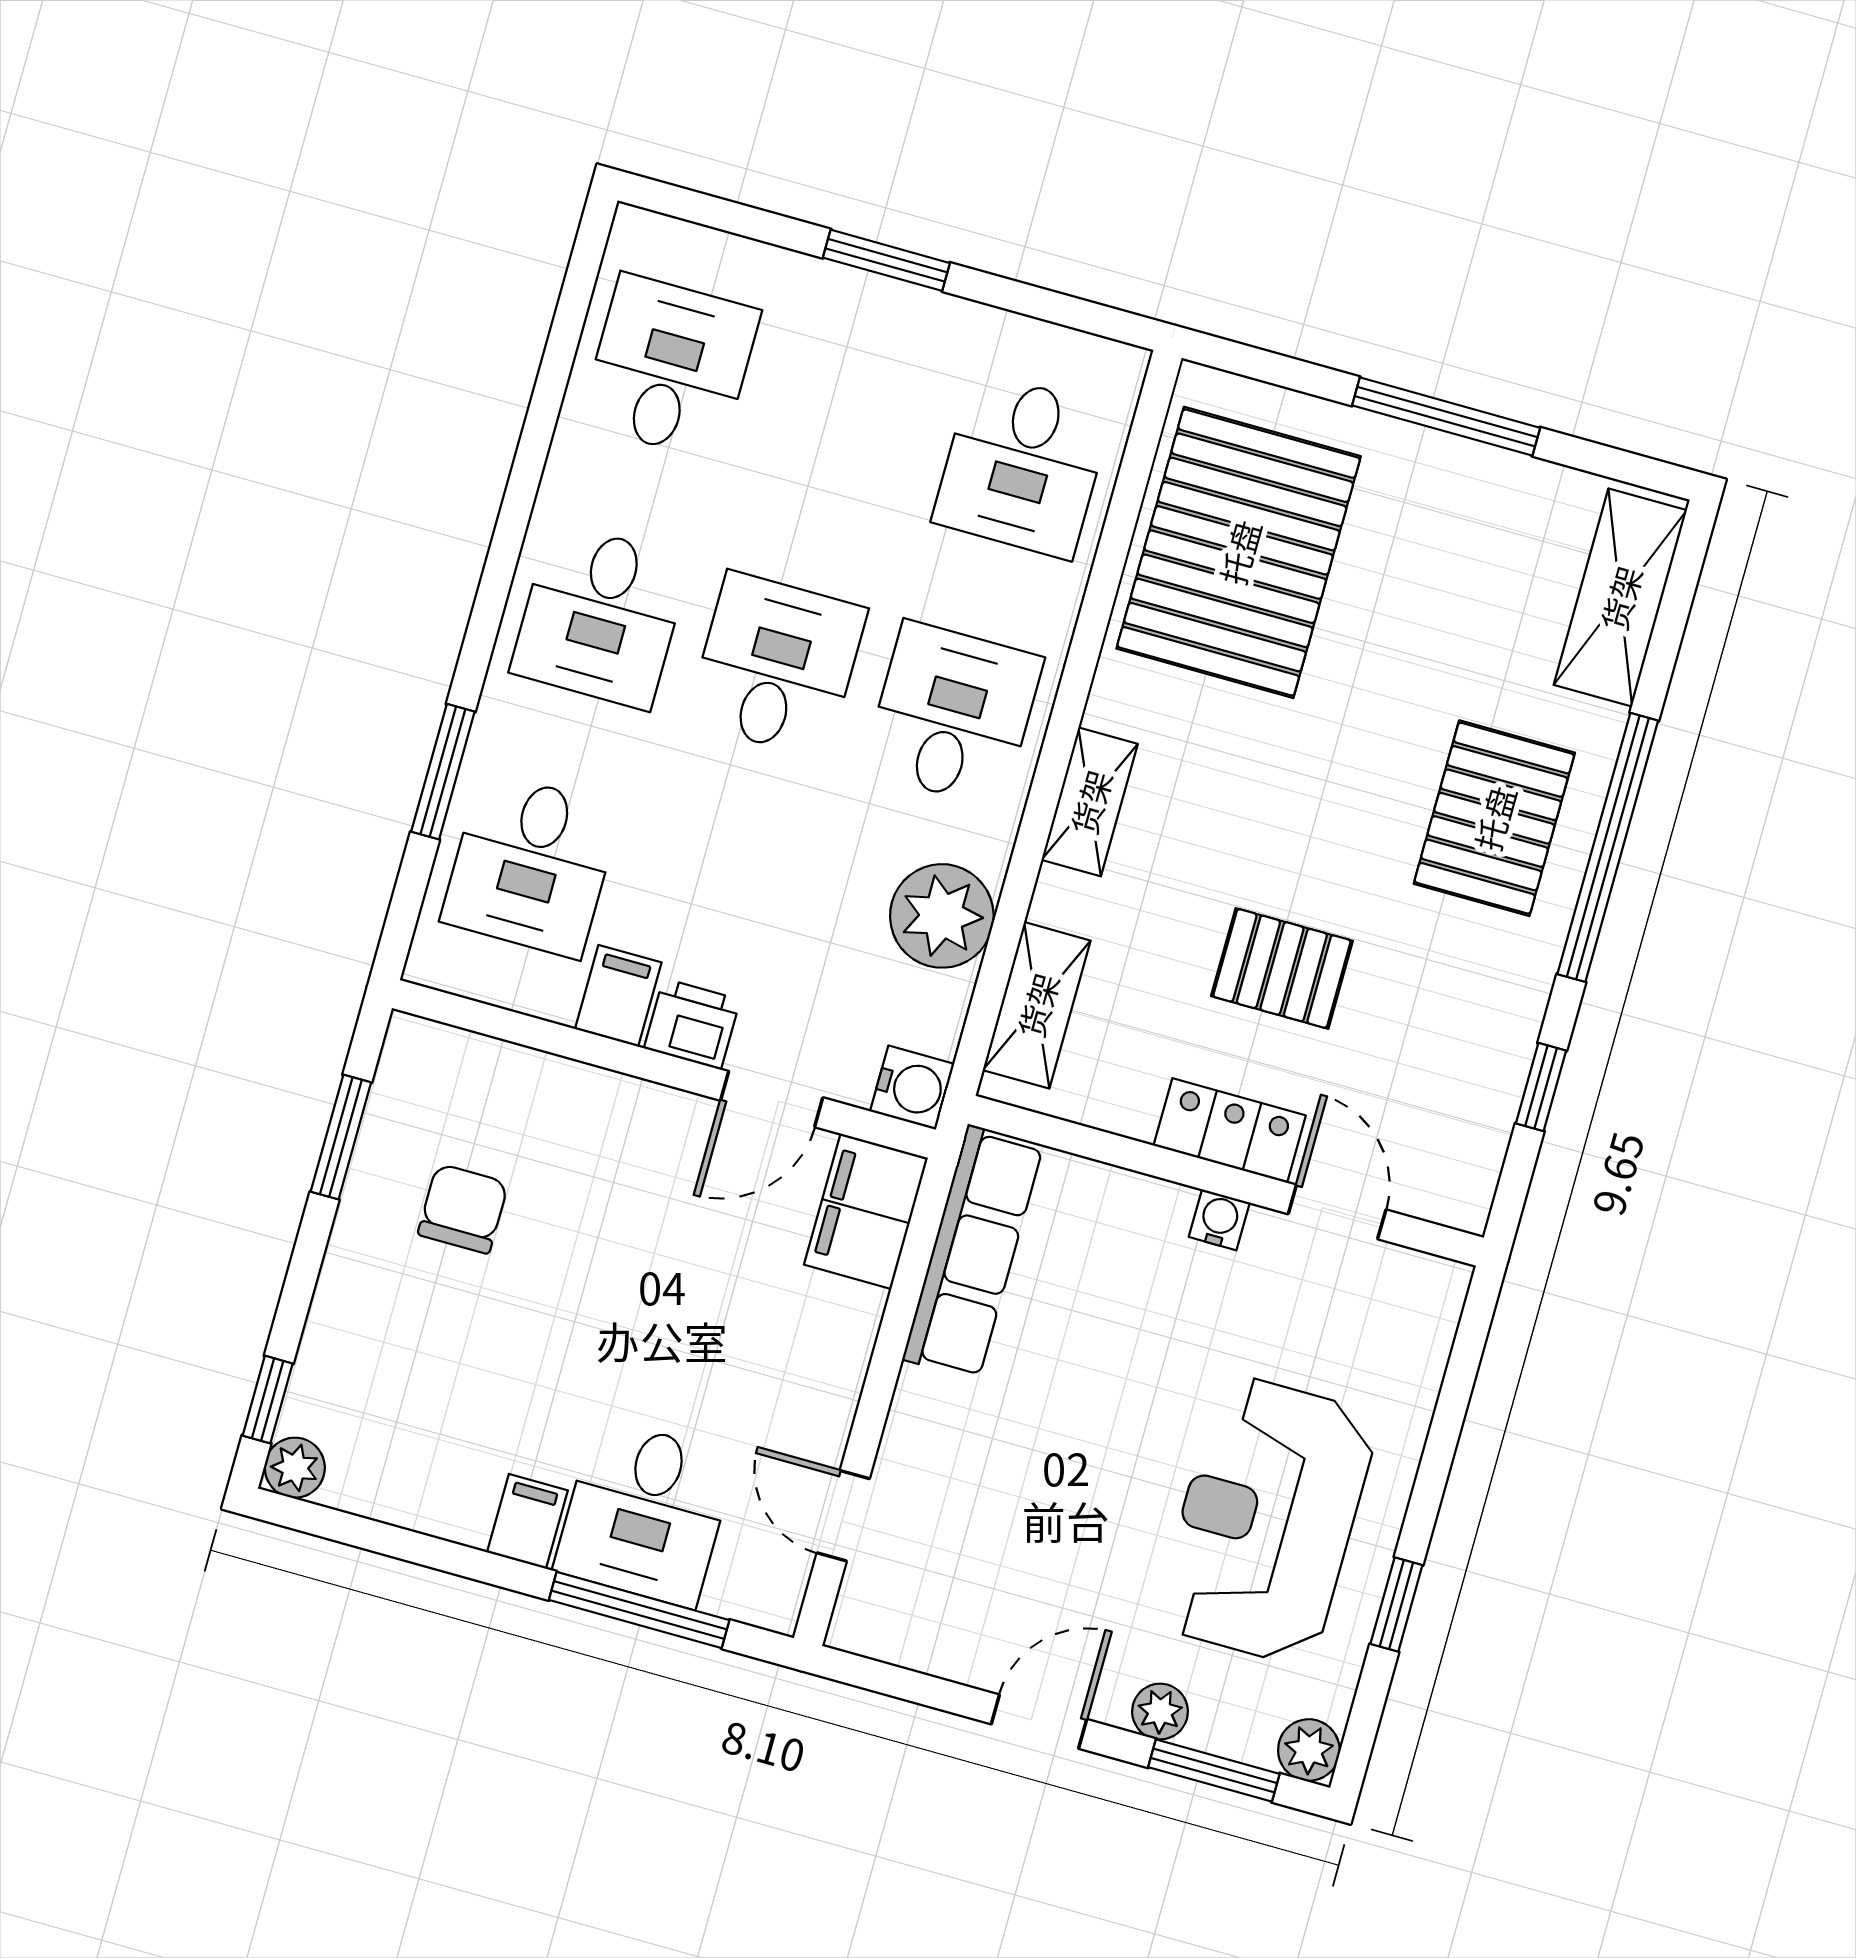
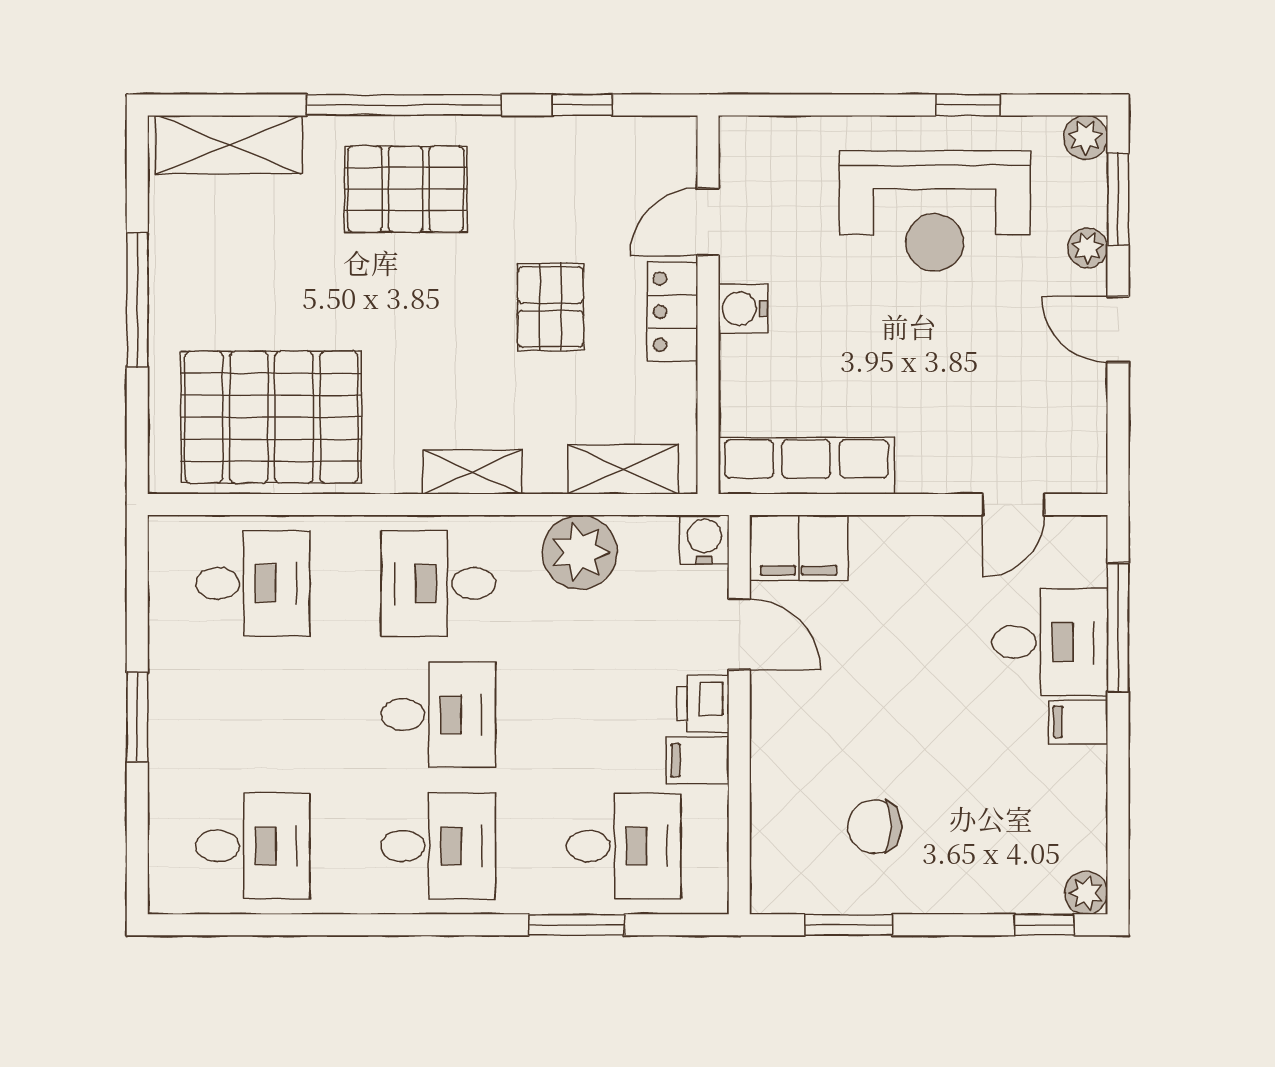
desk: (670, 367) -> (253, 846), turned 180
desk: (777, 665) -> (438, 715), turned 180
water cooler: (1219, 1220) -> (743, 309), width x1.38, depth x1.38

